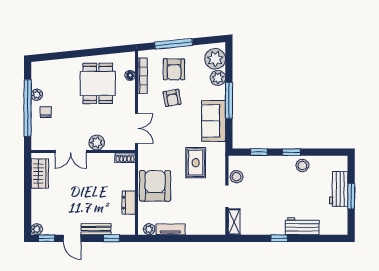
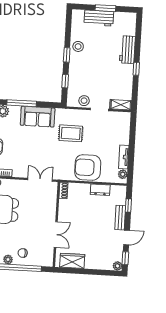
armchair: (172, 98) -> (17, 149), removed
plant: (97, 143) -> (50, 213), removed

